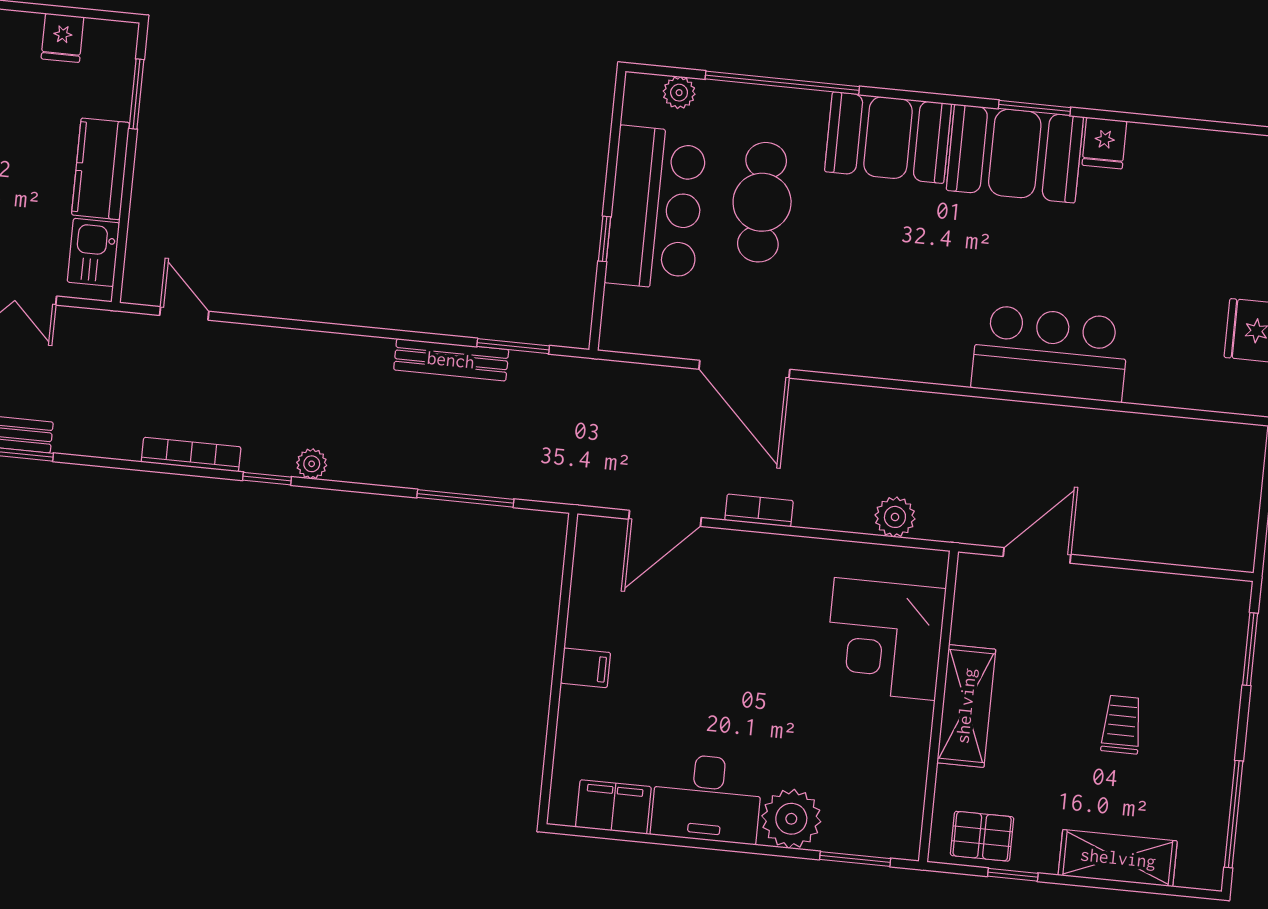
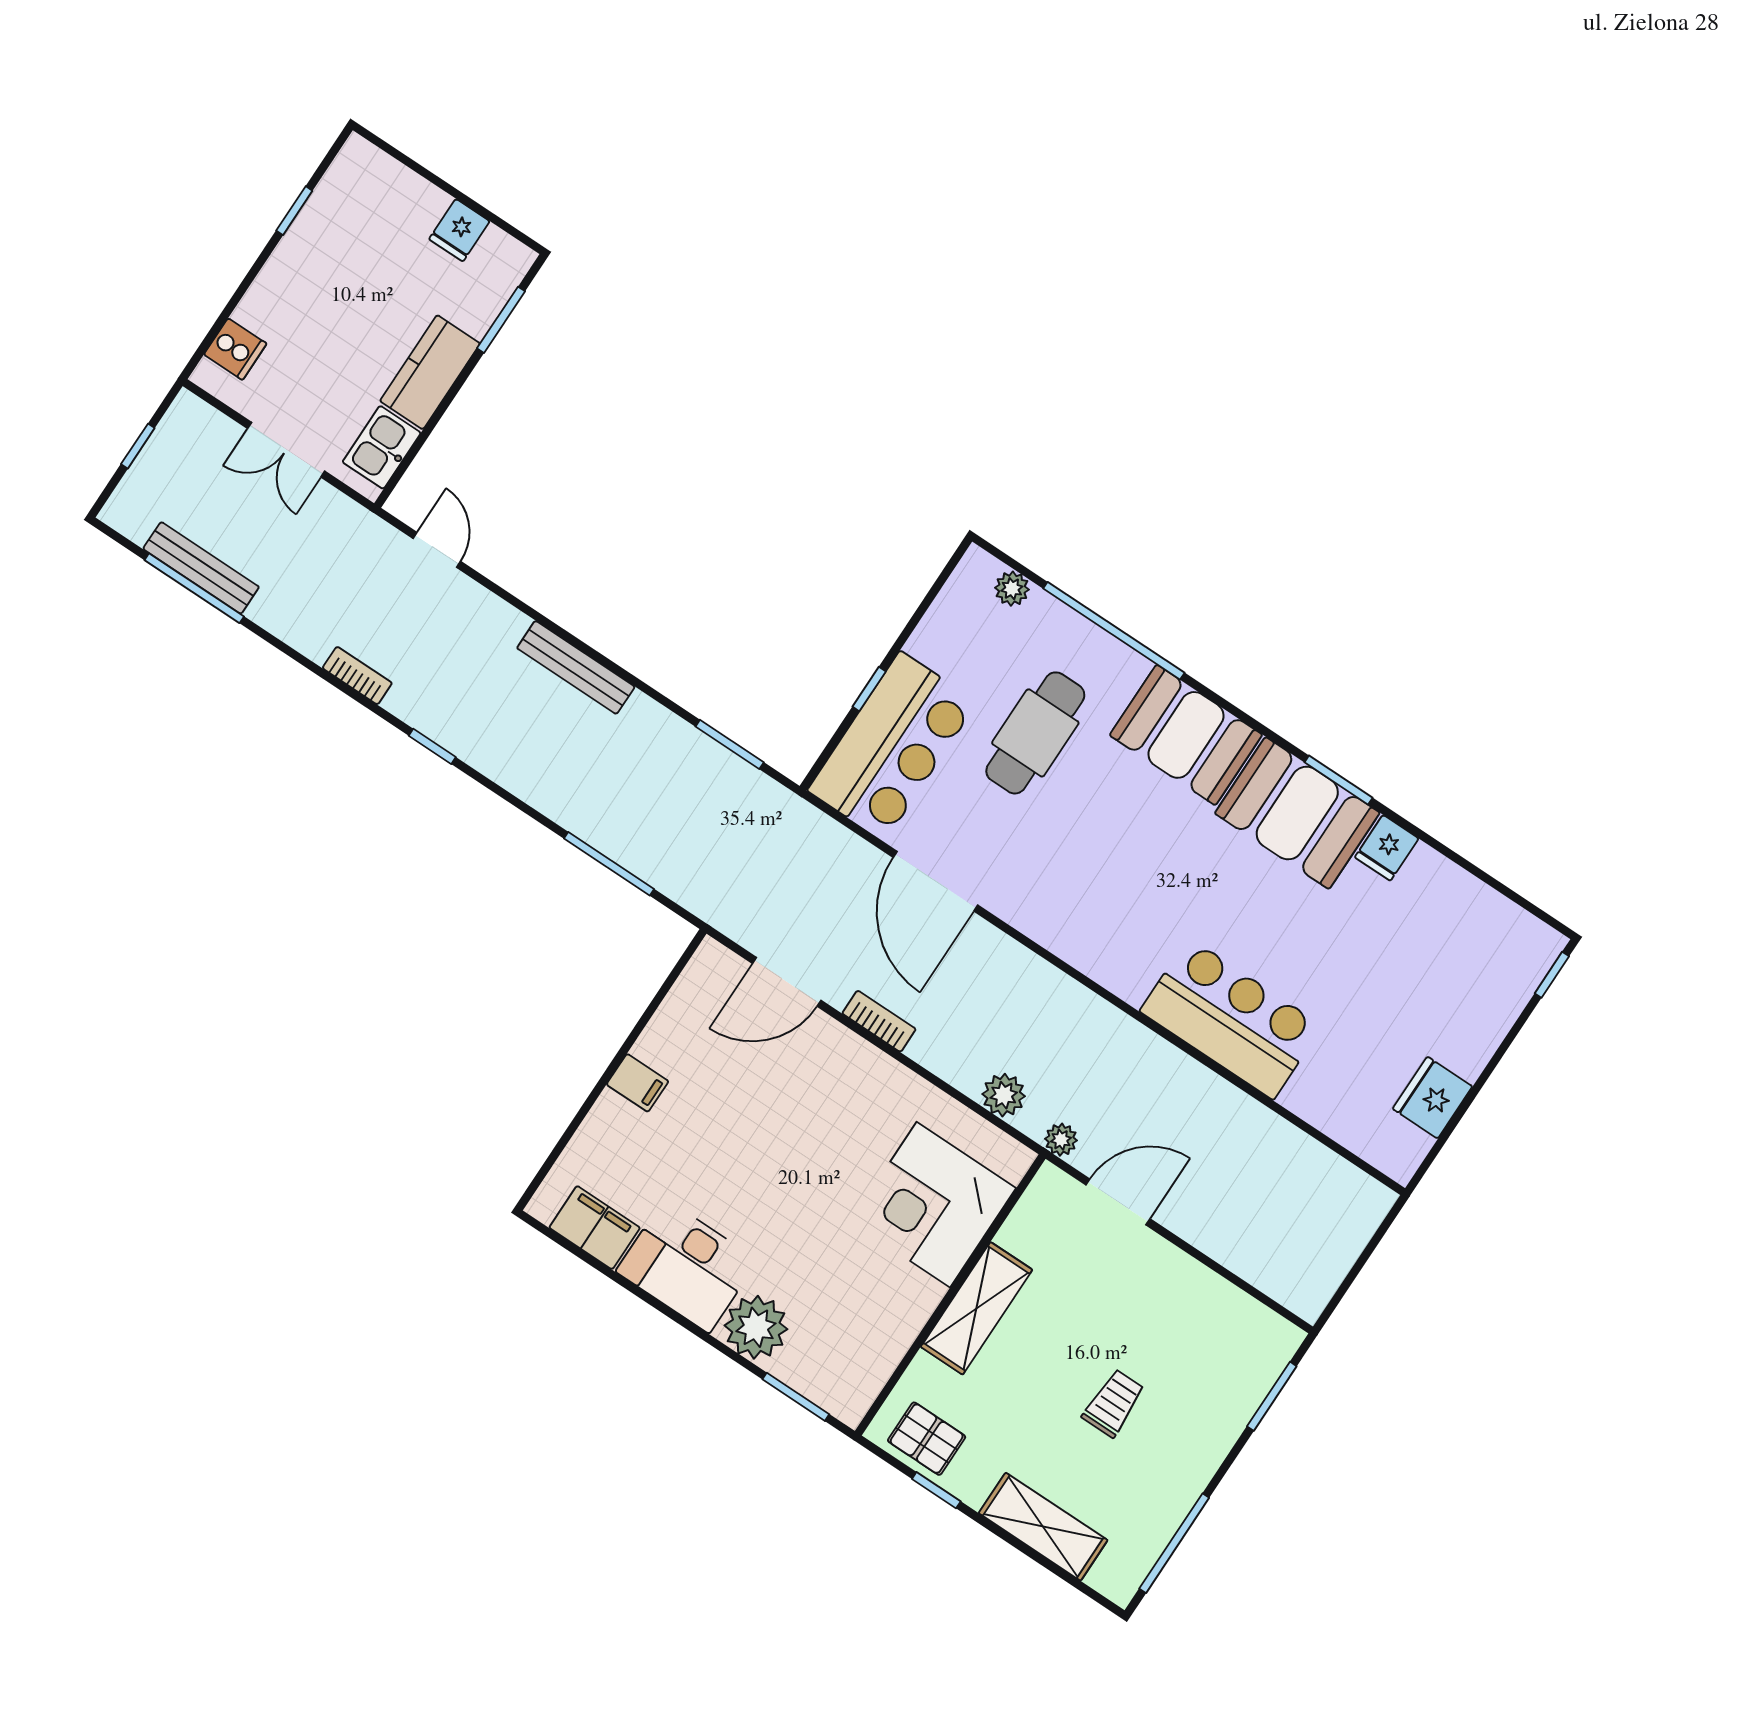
bar counter: (656, 208) -> (892, 746), moved
bench: (451, 360) -> (576, 667), moved
bookcase: (191, 454) -> (357, 676), width x0.64
plant: (312, 464) -> (1061, 1140), moved

